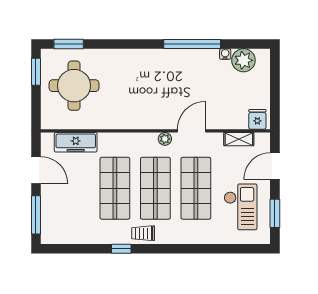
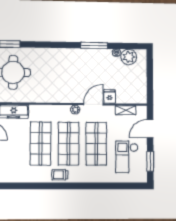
window: (192, 44) -> (94, 45), width x0.68
fridge: (257, 119) -> (110, 97), moved
checkout: (241, 207) -> (127, 157), turned 180
window: (121, 249) -> (44, 186), removed

